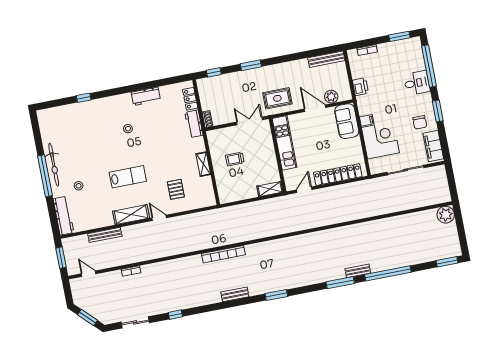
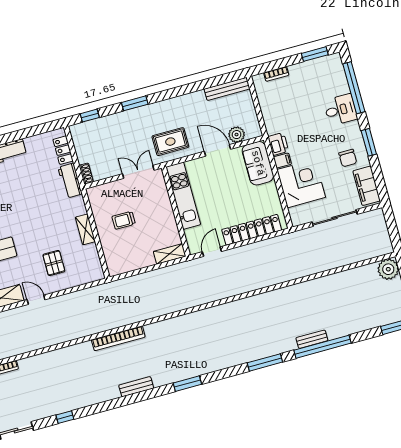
printer: (360, 87) -> (278, 144), moved
bench: (358, 271) -> (312, 339), moved

